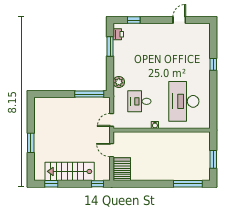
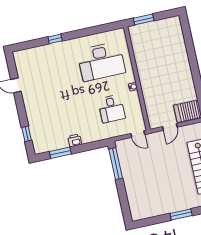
printer: (118, 34) -> (75, 140), moved
plant: (119, 82) -> (96, 135), removed
window: (213, 159) -> (144, 19), moved
window: (188, 184) -> (188, 38), removed

